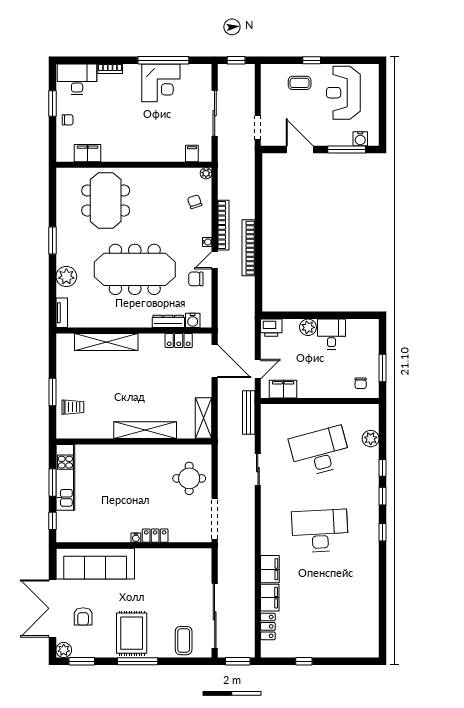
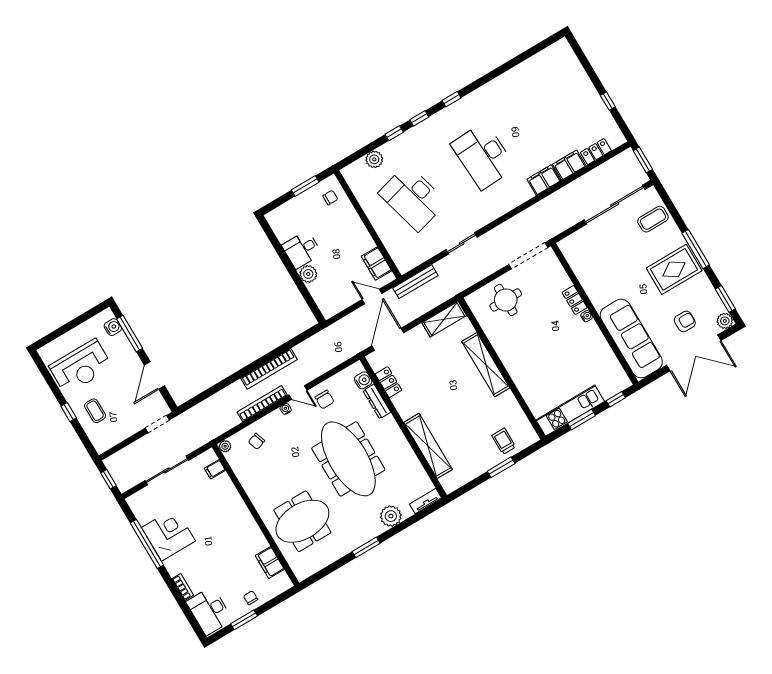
printer: (271, 328) -> (328, 306), removed

